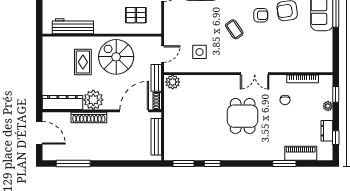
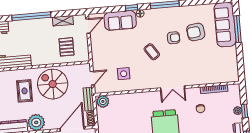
pallet: (136, 15) -> (66, 47), turned 90
window: (336, 94) -> (245, 111), moved

